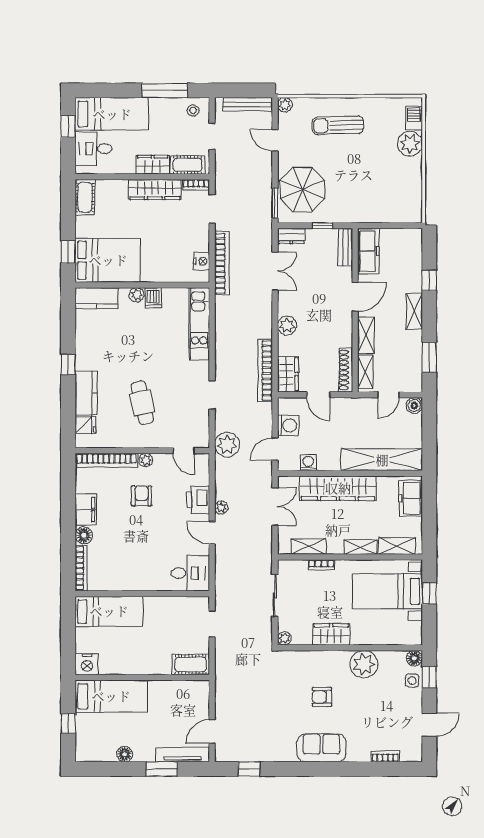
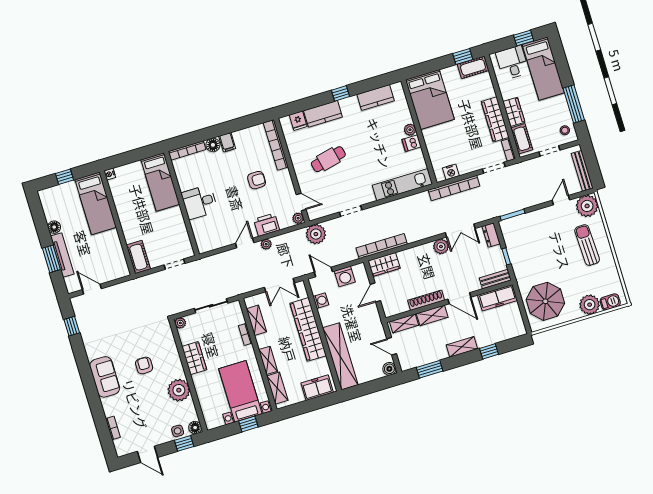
plant: (285, 105) -> (587, 206), width x1.87, depth x1.87
parasol: (302, 189) -> (545, 301), moved
window: (68, 252) -> (463, 56), moved
kitchen counter: (96, 298) -> (376, 98), moved, turned -90
plant: (287, 326) -> (441, 246), moved
shoe rack: (346, 370) -> (426, 300), moved
door: (184, 451) -> (301, 202), swing flipped
plant: (146, 460) -> (298, 218), moved
filing cabinet: (86, 509) -> (227, 142), width x0.50
desk: (190, 573) -> (200, 202), moved, turned 90
nightstand: (87, 664) -> (110, 174), width x0.53, depth x0.56
tv unit: (183, 755) -> (62, 255), moved

